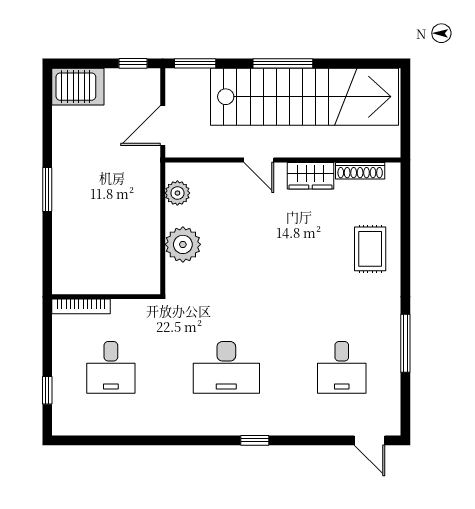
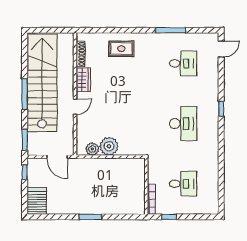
plant: (183, 244) -> (109, 146), moved
window: (47, 390) -> (169, 217), moved

